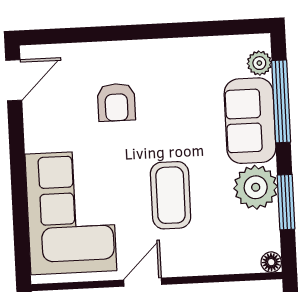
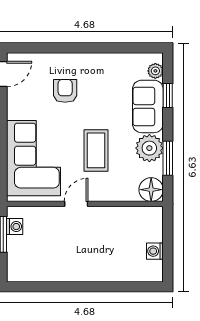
window: (281, 101) -> (168, 95), width x0.46
armchair: (116, 102) -> (65, 91), turned 180
floor lamp: (271, 262) -> (151, 190), width x1.89, depth x1.89

